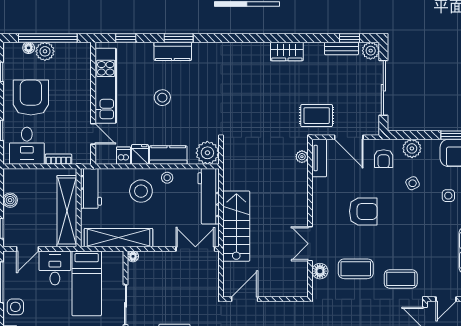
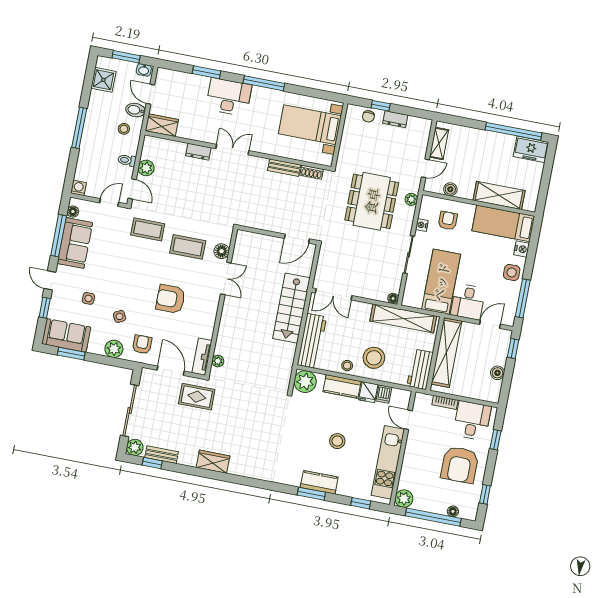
plant: (45, 51) -> (404, 499), moved

